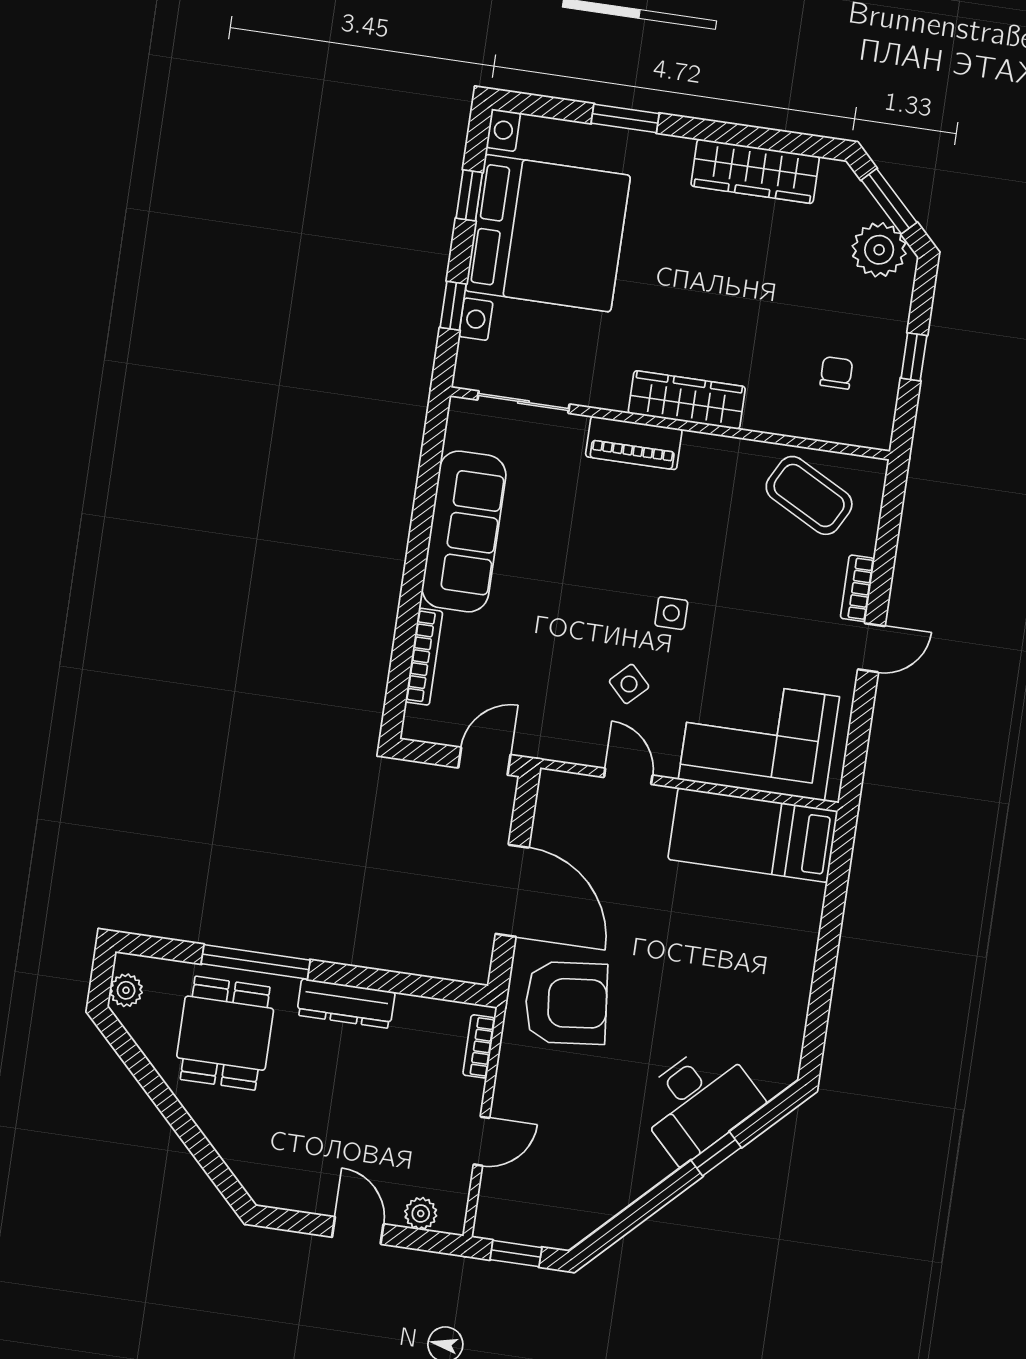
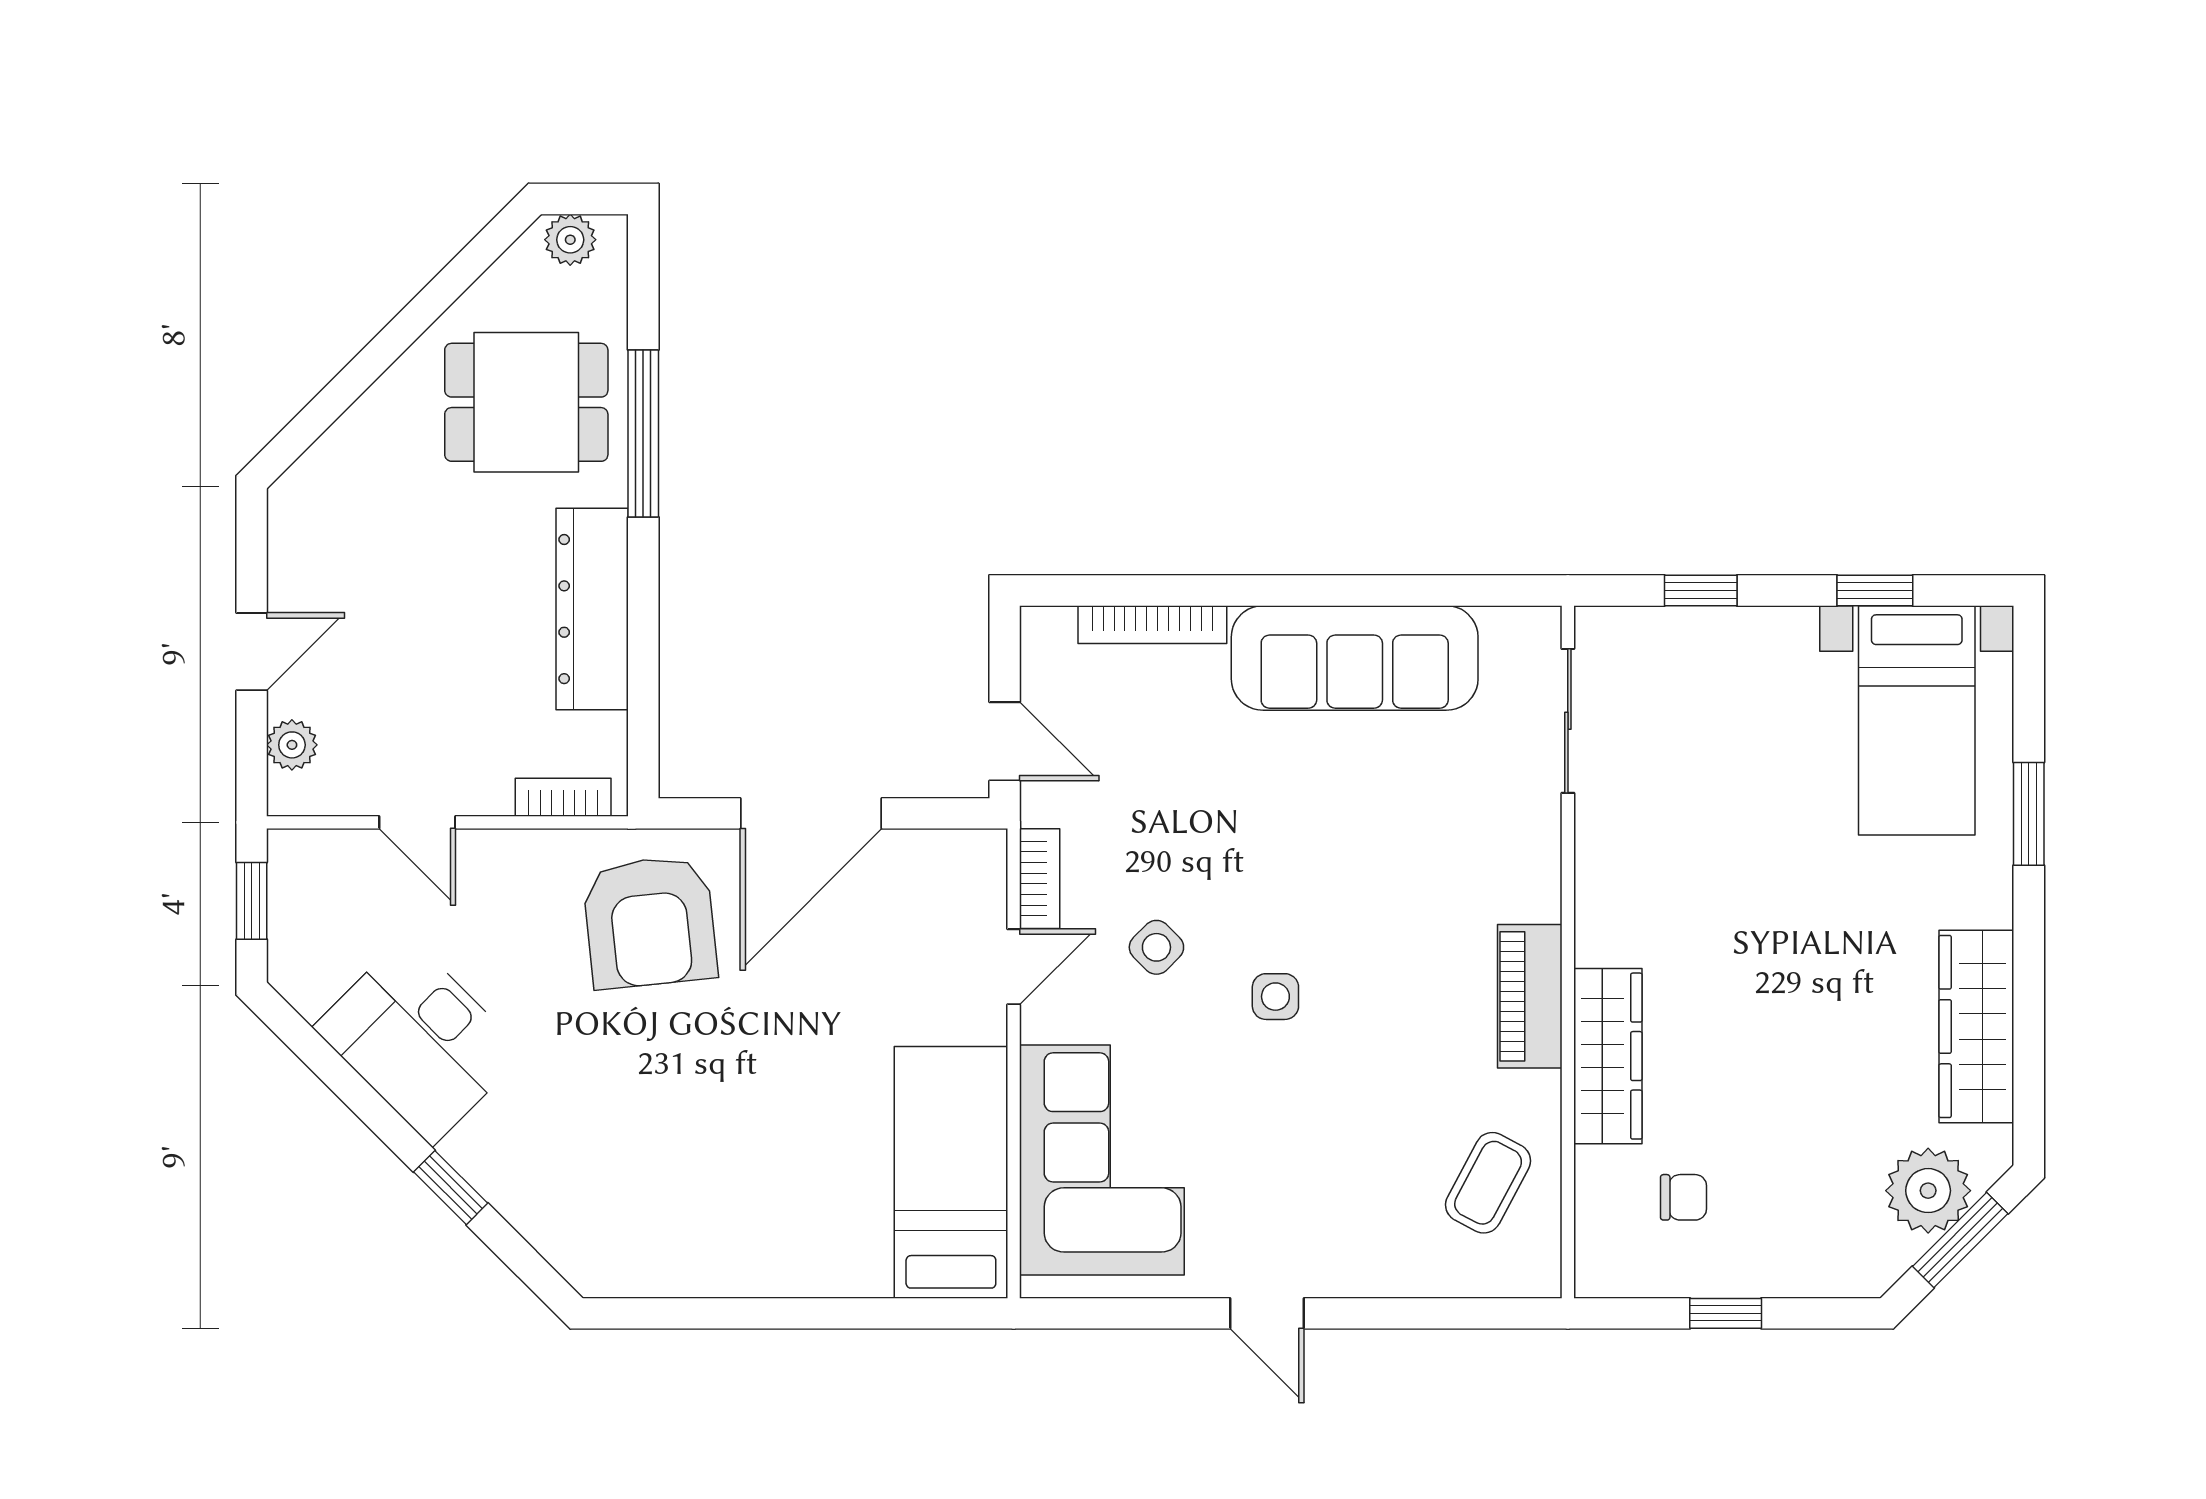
bed with nightstands: (548, 233) -> (1917, 720), width x0.54
plant: (879, 250) -> (1928, 1191), moved
wardrobe: (687, 400) -> (1608, 1056), moved
piano: (634, 443) -> (1530, 996), moved
coffee table: (809, 495) -> (1488, 1183), width x0.73, depth x0.77
bookcase: (857, 588) -> (1040, 879), moved, turned 90
dresser: (346, 1004) -> (592, 609), width x1.37, depth x1.24
desk: (698, 1101) -> (419, 1040), moved

